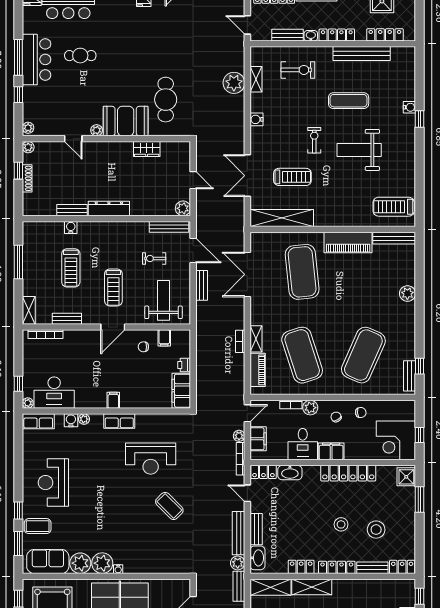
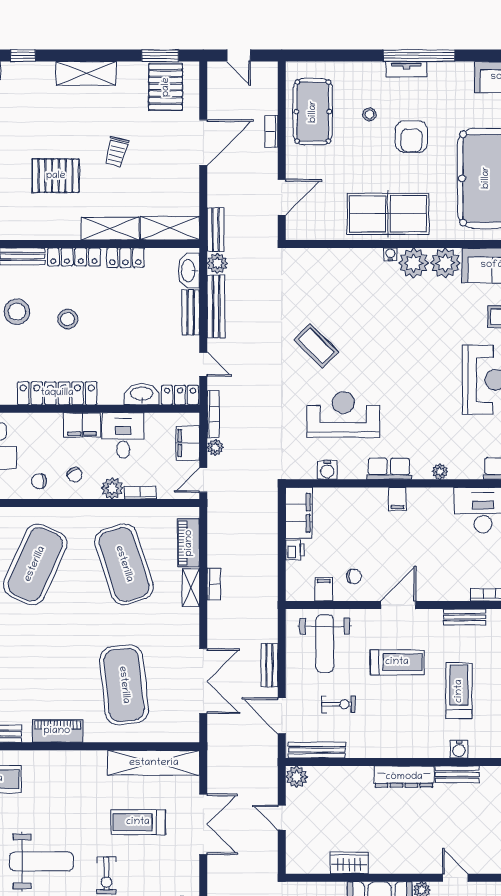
piano: (348, 242) -> (57, 731), width x0.73, depth x0.75
treadmill: (113, 287) -> (397, 662), turned 90
water cooler: (71, 420) -> (327, 470), moved

